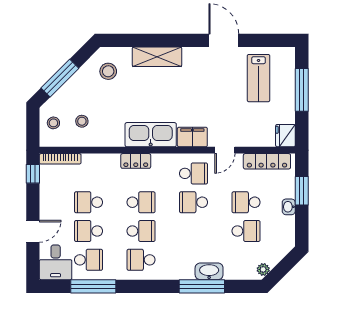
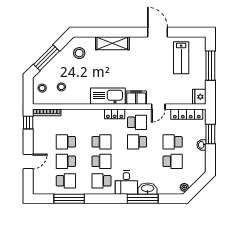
locker: (136, 161) -> (115, 114), moved
desk: (56, 262) -> (126, 183), moved

